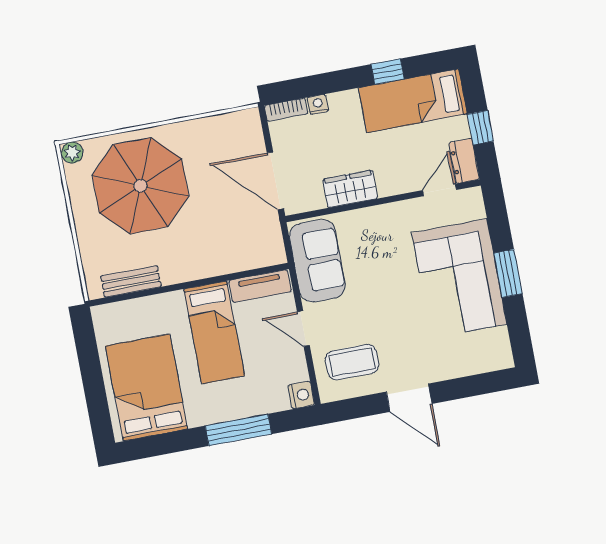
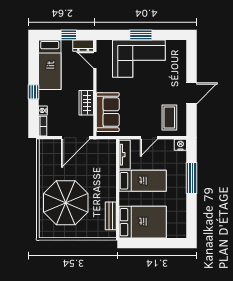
window: (388, 72) -> (33, 92), moved
plant: (72, 153) -> (44, 232), removed
sofa: (317, 261) -> (108, 112), moved, turned 90
bed: (146, 387) -> (143, 222), moved, turned 180

